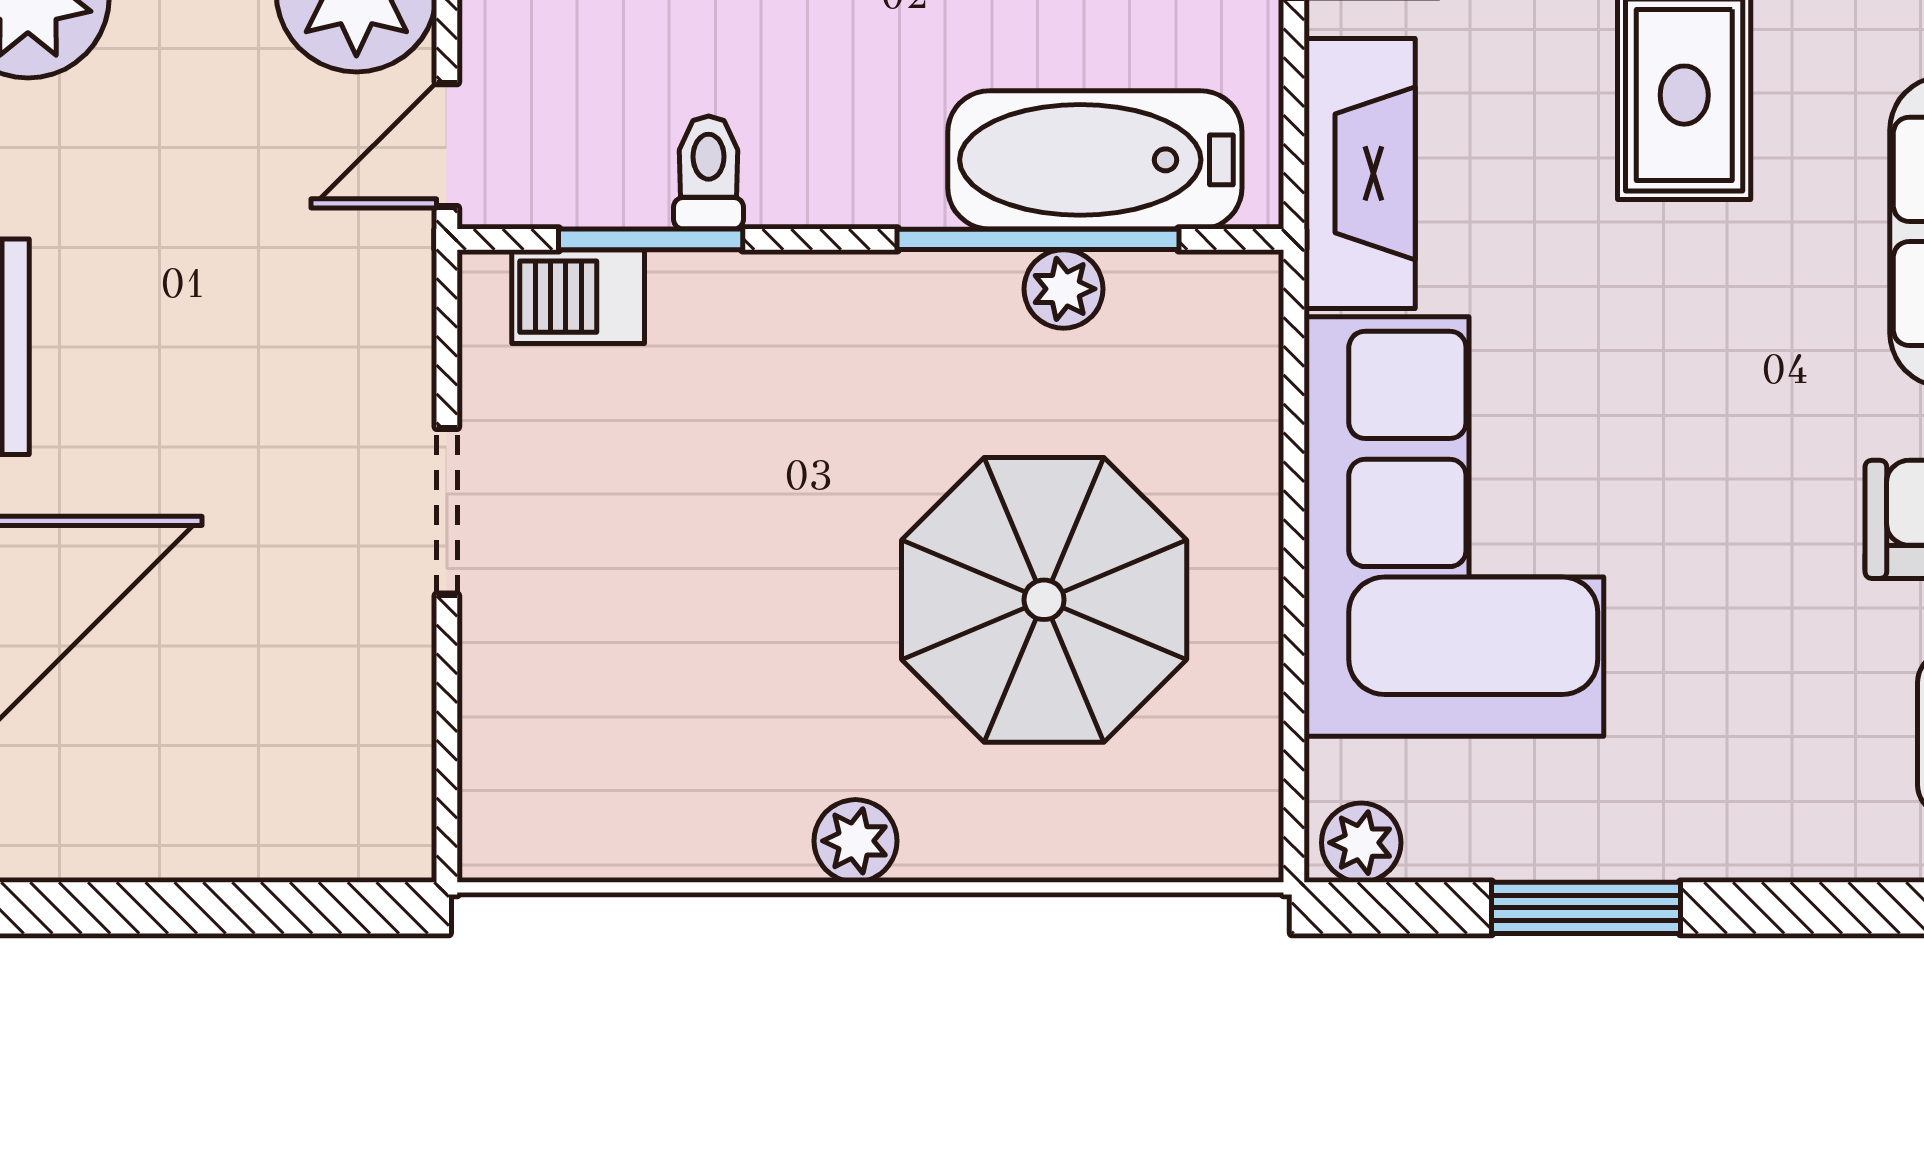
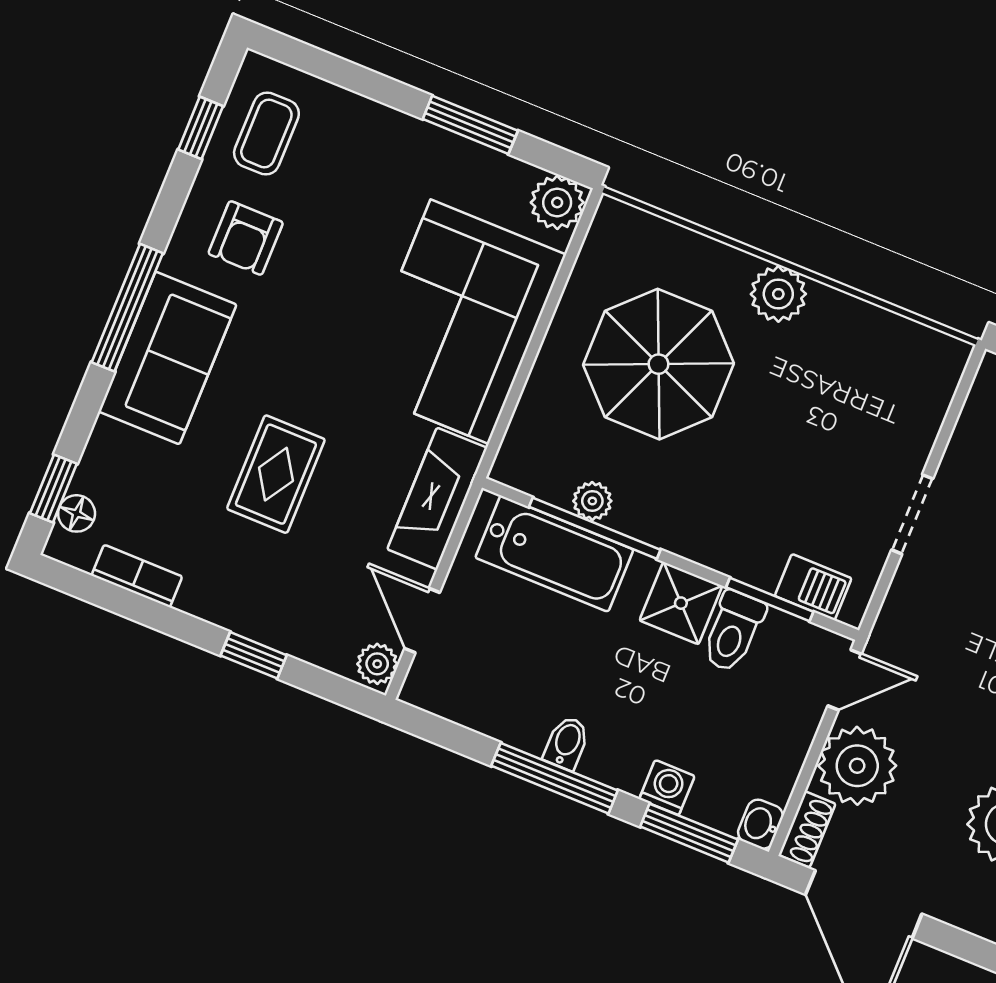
shower: (817, 164) -> (681, 603), added
toilet: (709, 173) -> (733, 631), width x1.37, depth x1.39
plant: (855, 841) -> (778, 294), width x1.38, depth x1.38
plant: (1361, 843) -> (557, 202), width x1.38, depth x1.38

